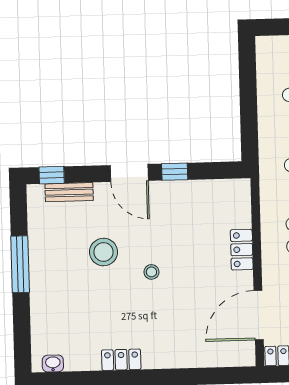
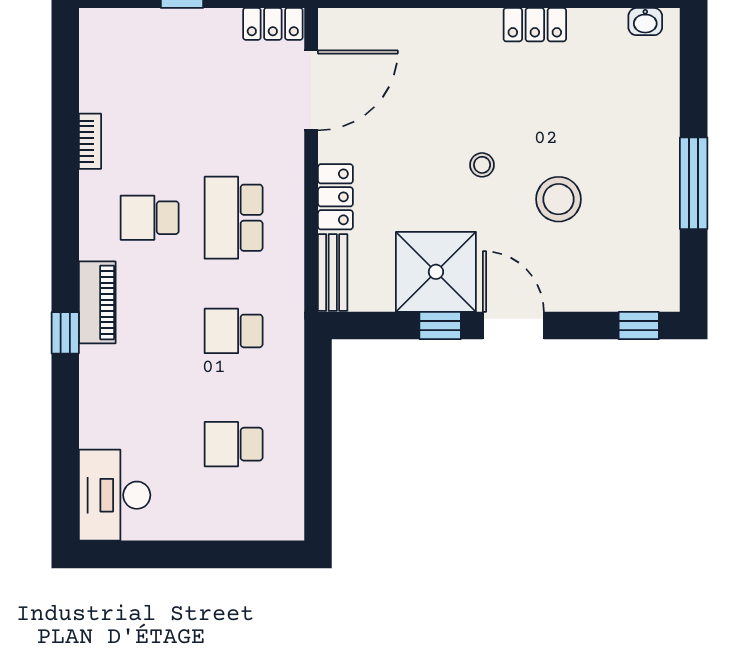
bench: (69, 192) -> (333, 272), moved, turned 90
shower: (178, 205) -> (436, 272), added

